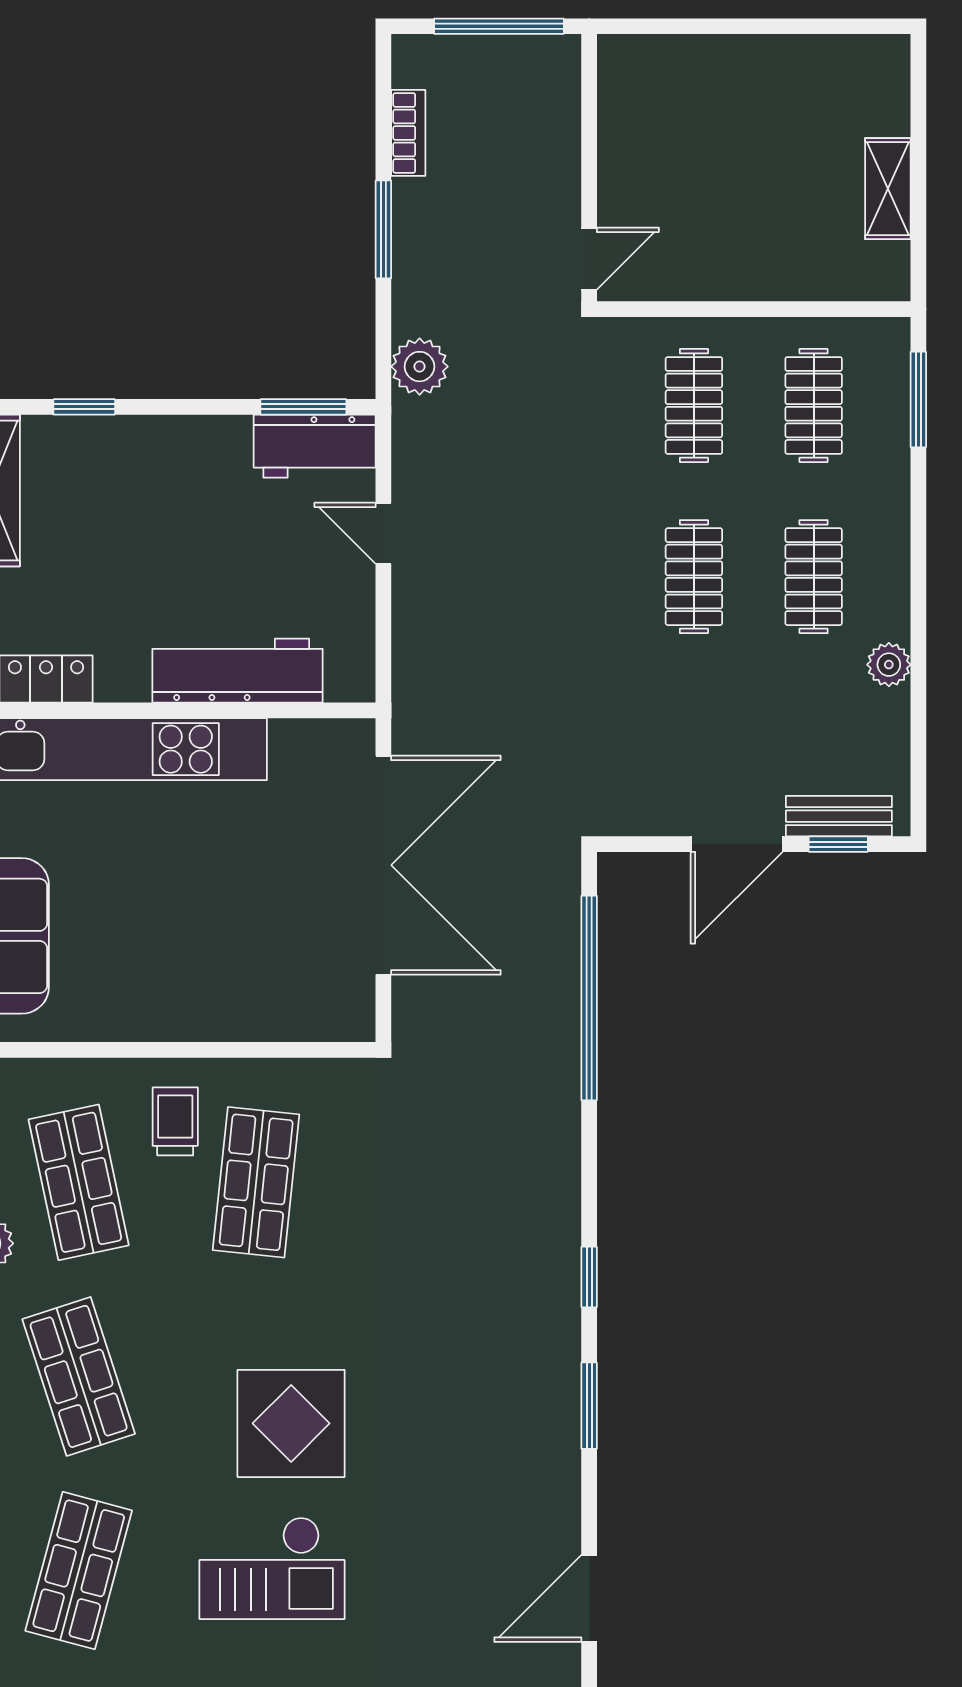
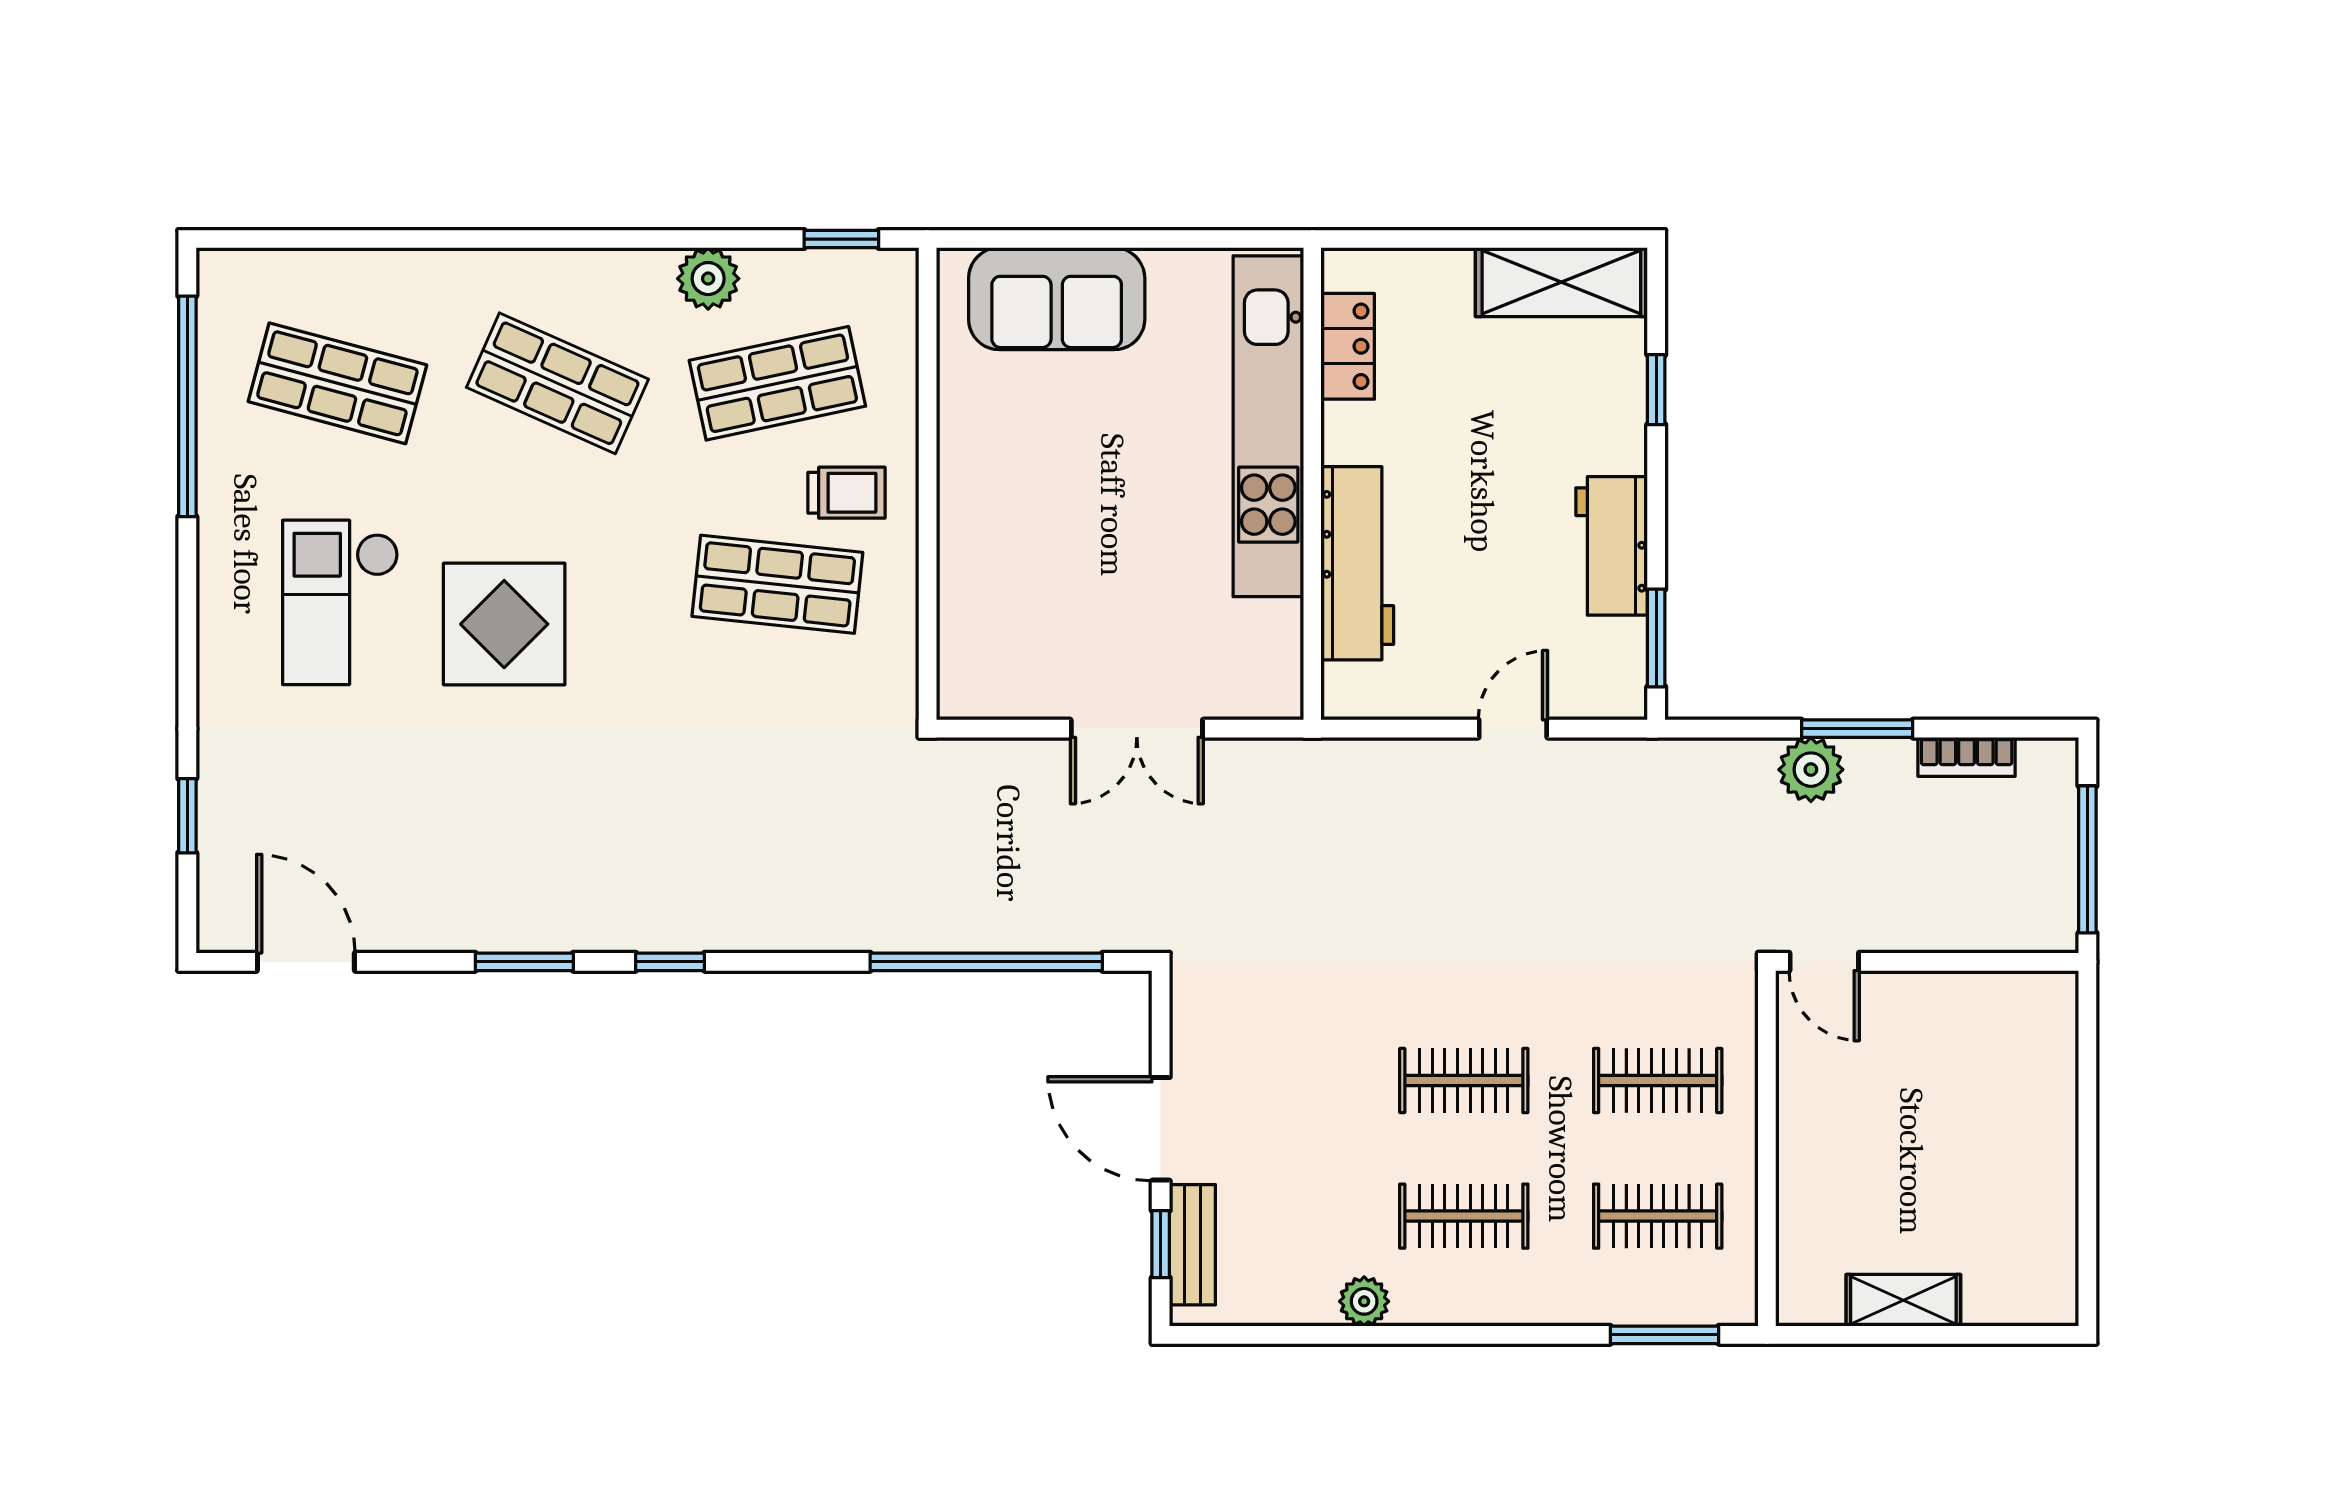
plant: (420, 367) -> (1811, 770), moved
workbench: (315, 446) -> (1612, 546), moved
double door: (383, 865) -> (1137, 729), width x0.54
shop shelf: (79, 1376) -> (557, 383), turned 42

